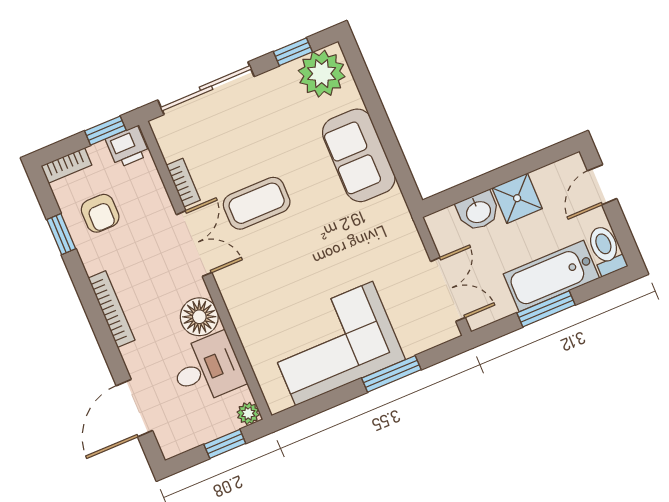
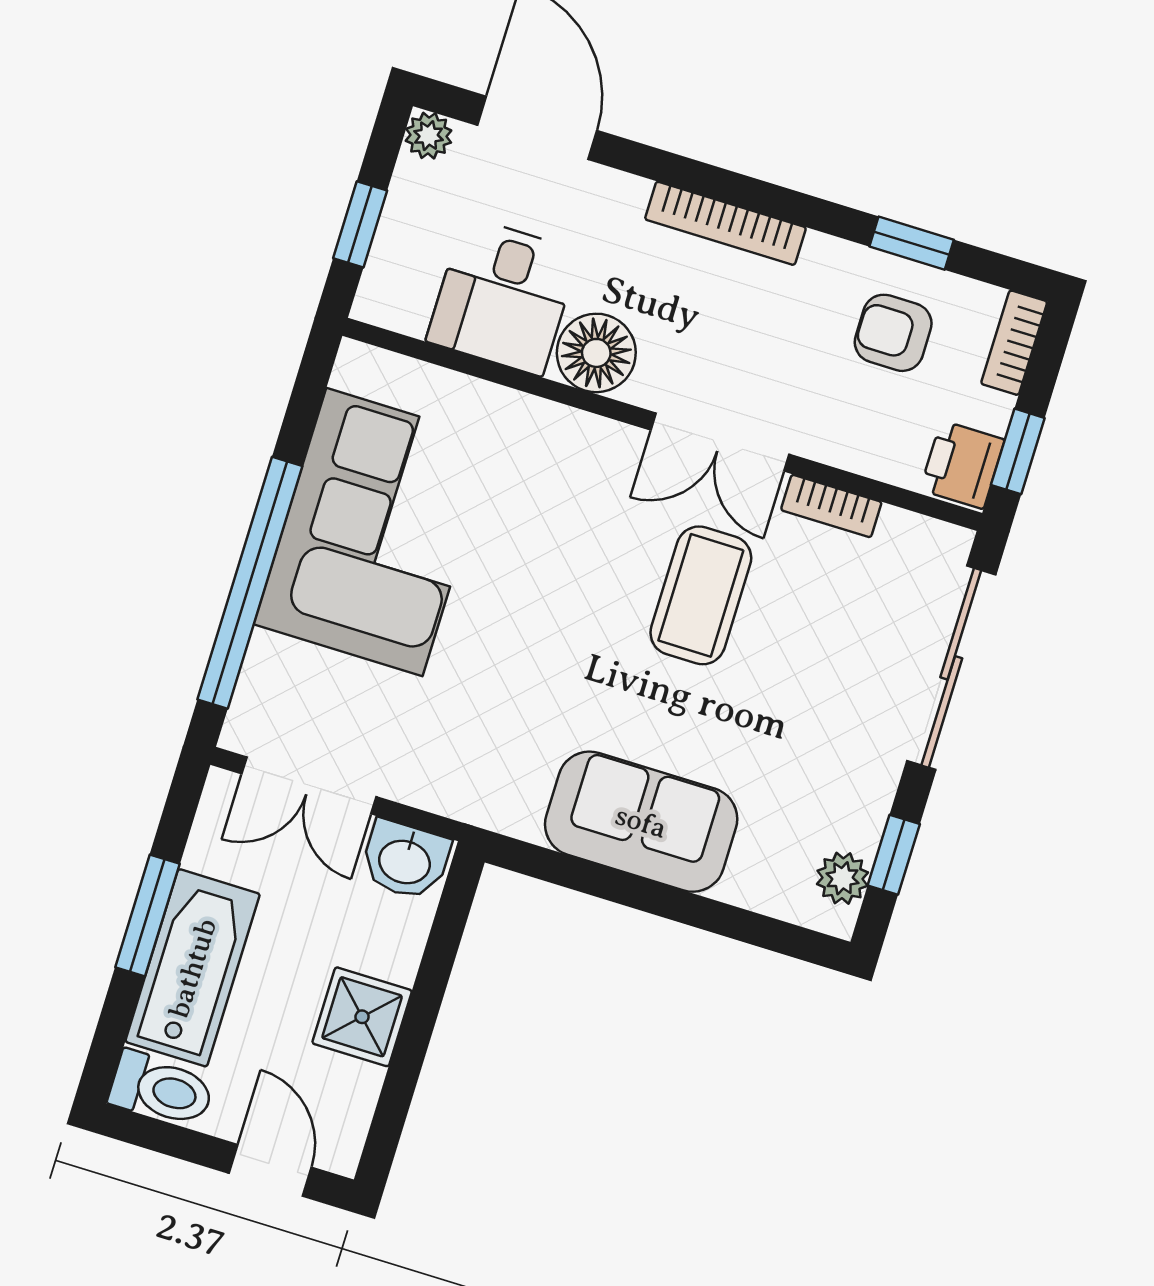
plant: (322, 74) -> (843, 878), width x0.53, depth x0.53
washbasin: (478, 211) -> (405, 860), moved, turned -90
window: (391, 374) -> (250, 583), width x2.11
plant: (248, 413) -> (429, 136), moved

